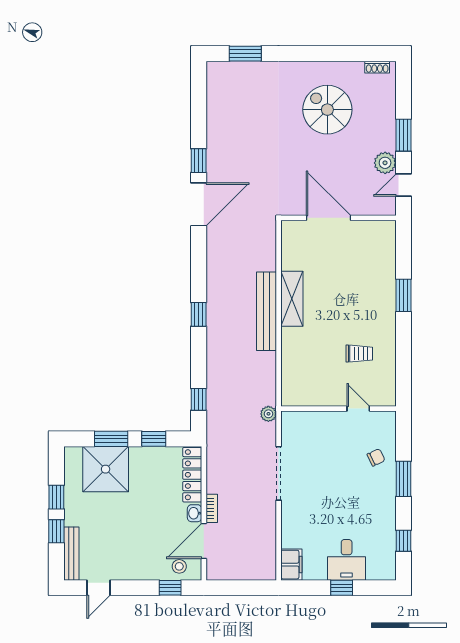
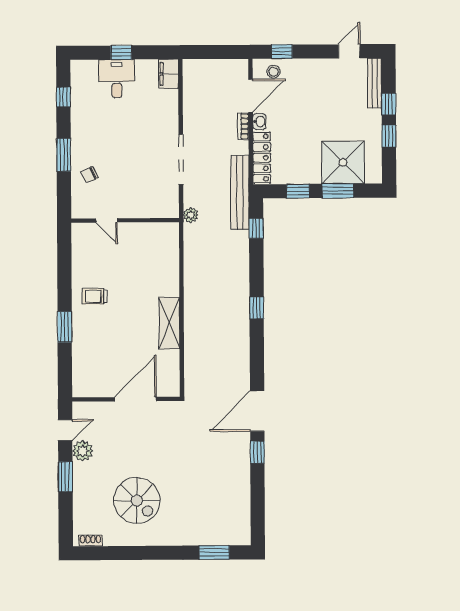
door: (328, 218) -> (135, 399), swing flipped
bench: (267, 311) -> (240, 192), moved
trolley: (359, 354) -> (95, 296), moved

